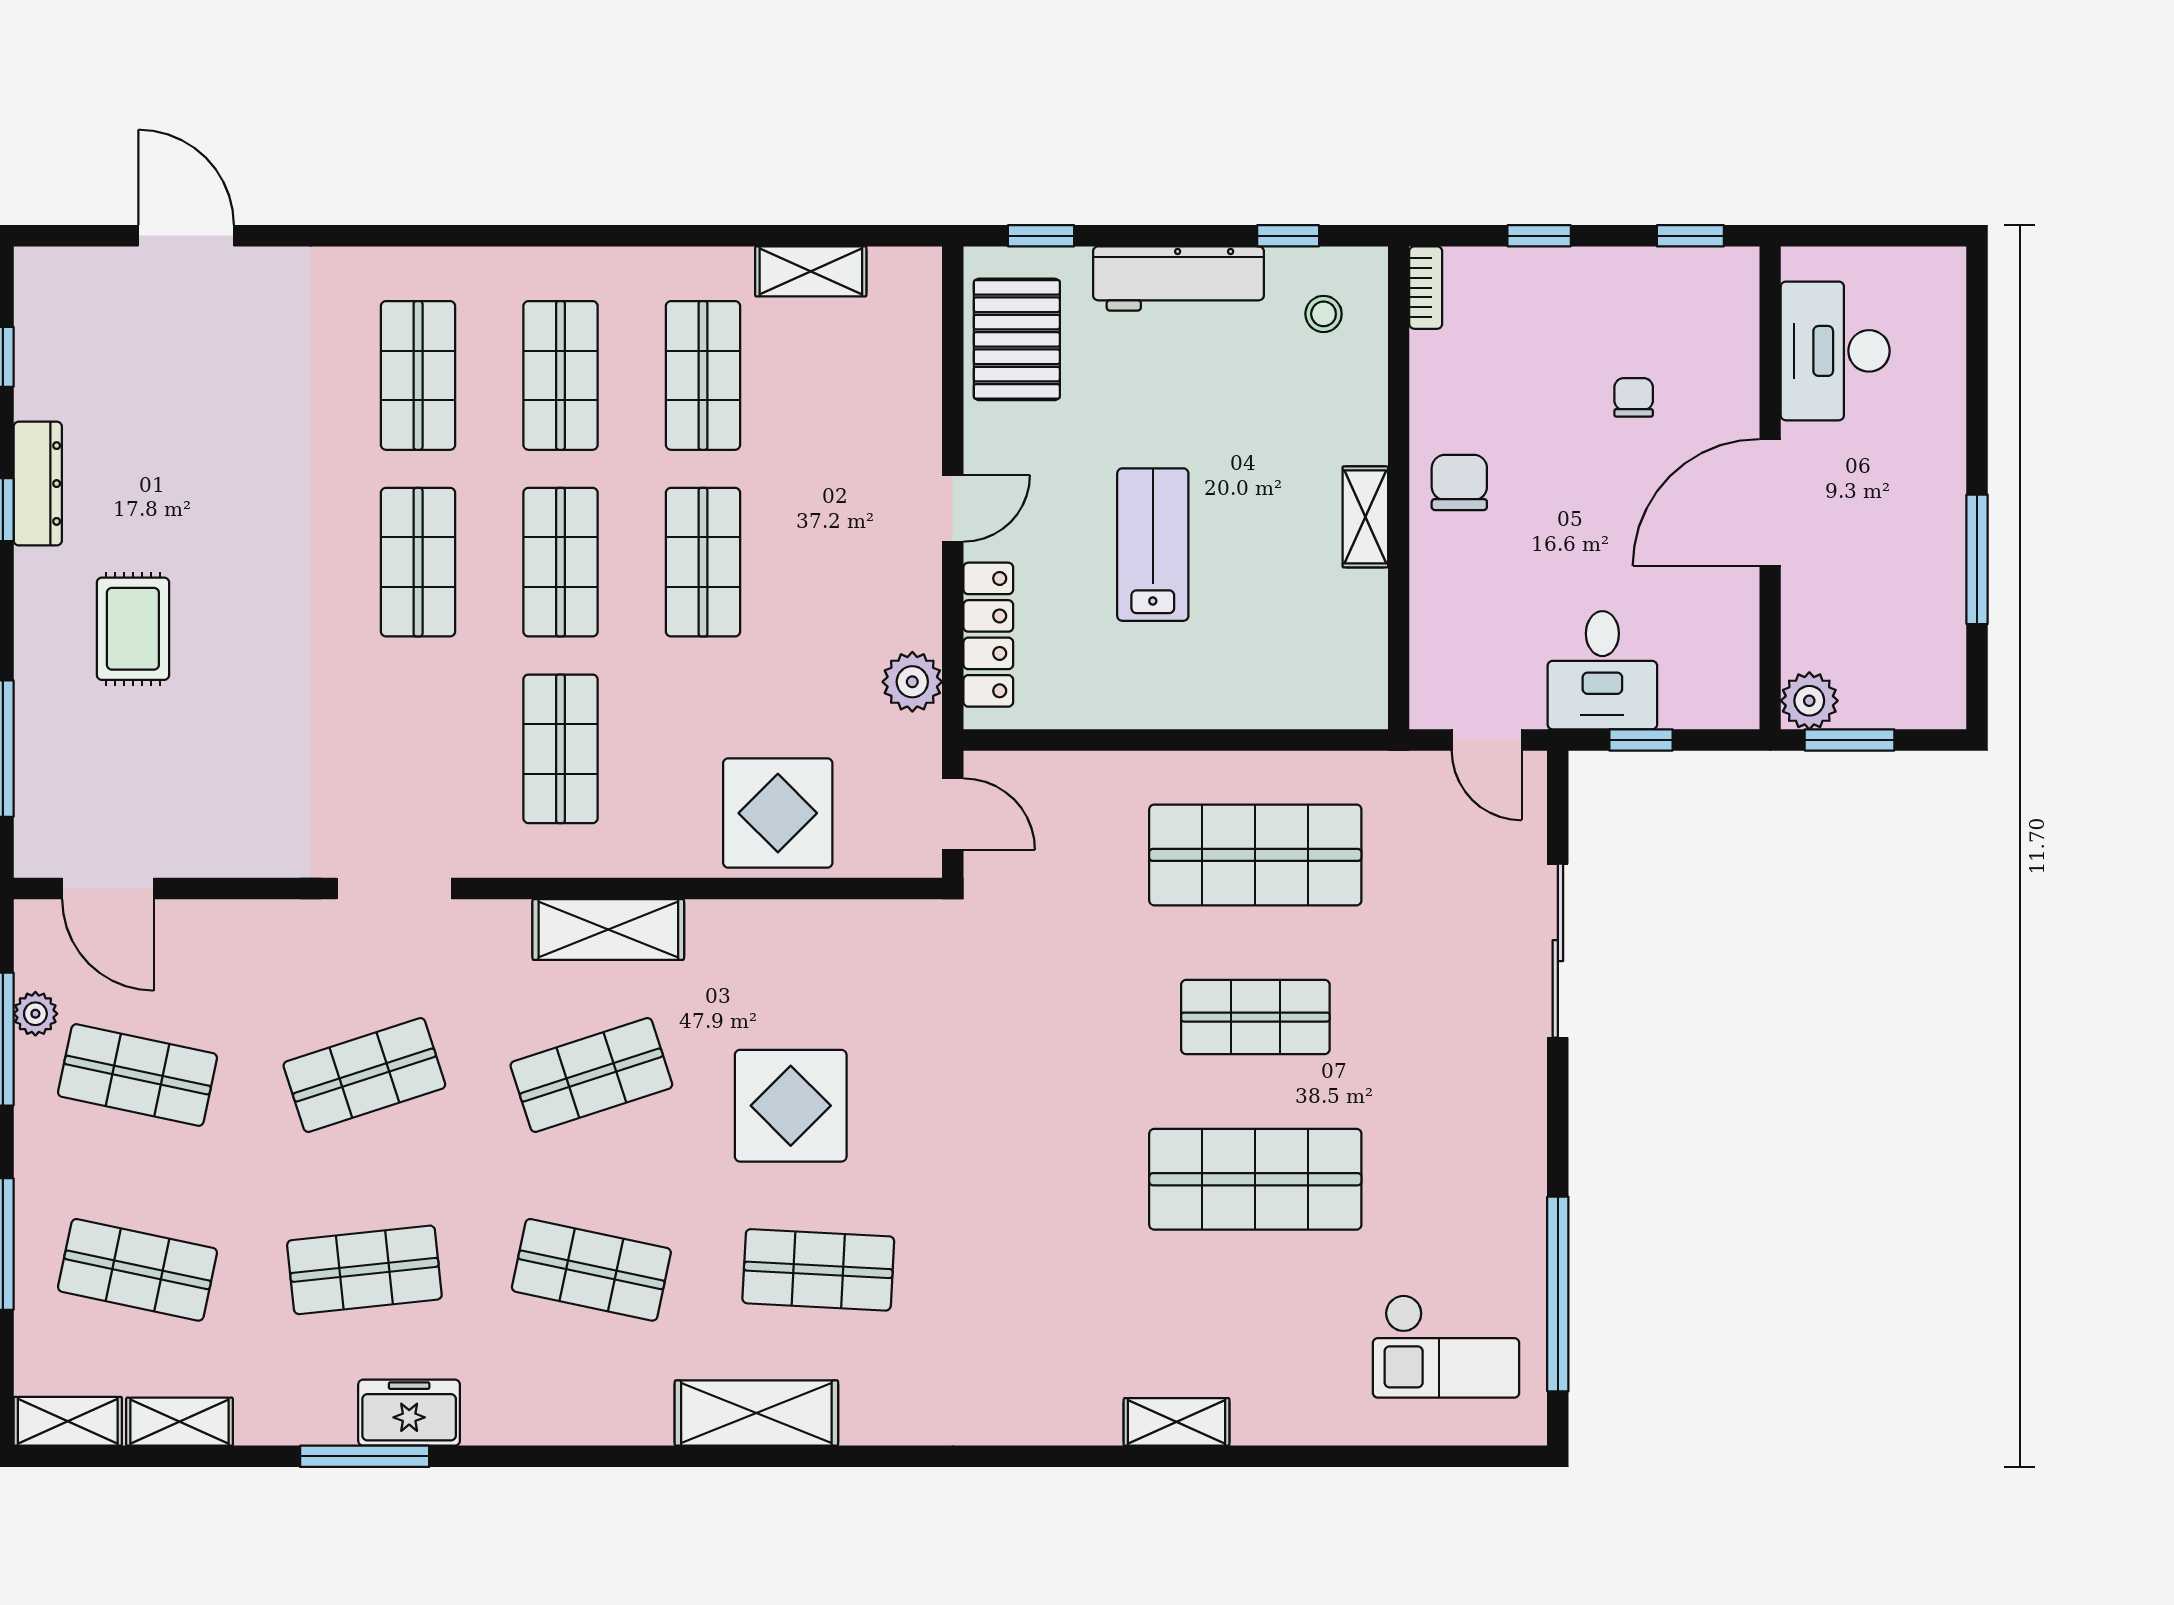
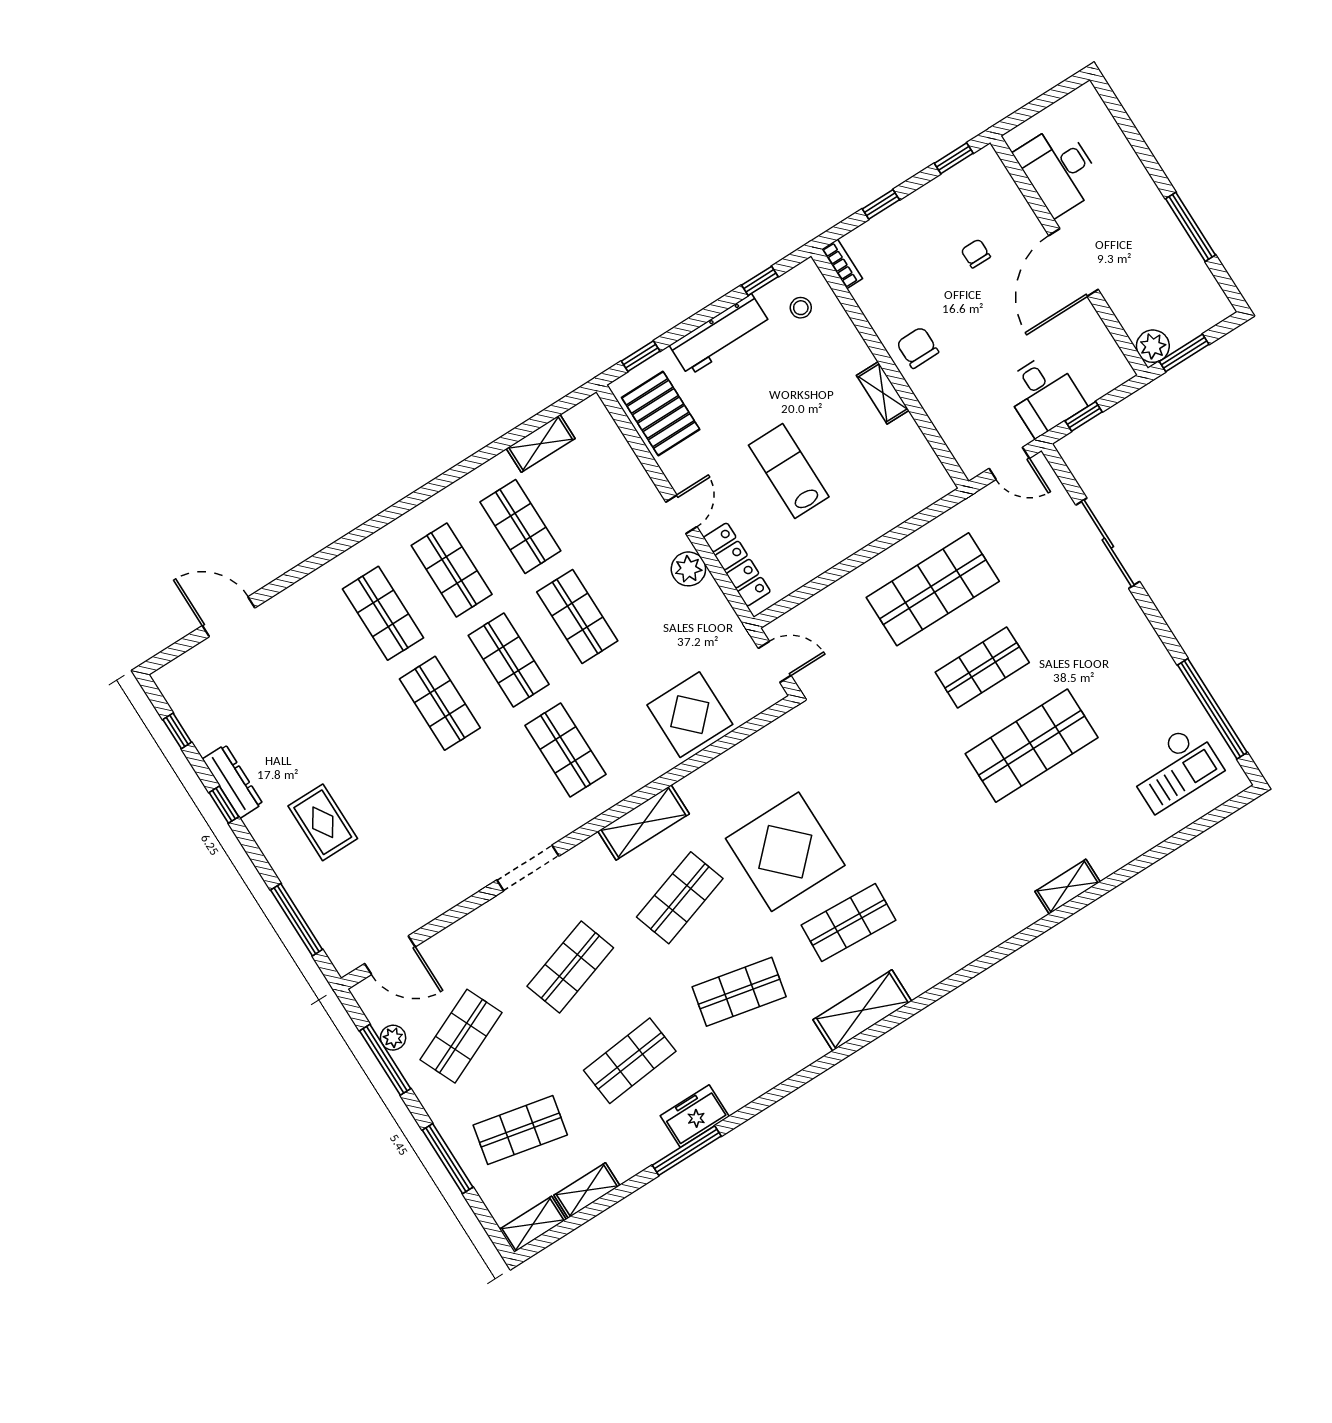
plant: (912, 682) -> (688, 569), moved
shop shelf: (138, 1075) -> (461, 1036), turned -36
display table: (791, 1106) -> (785, 852), width x1.36, depth x1.36

